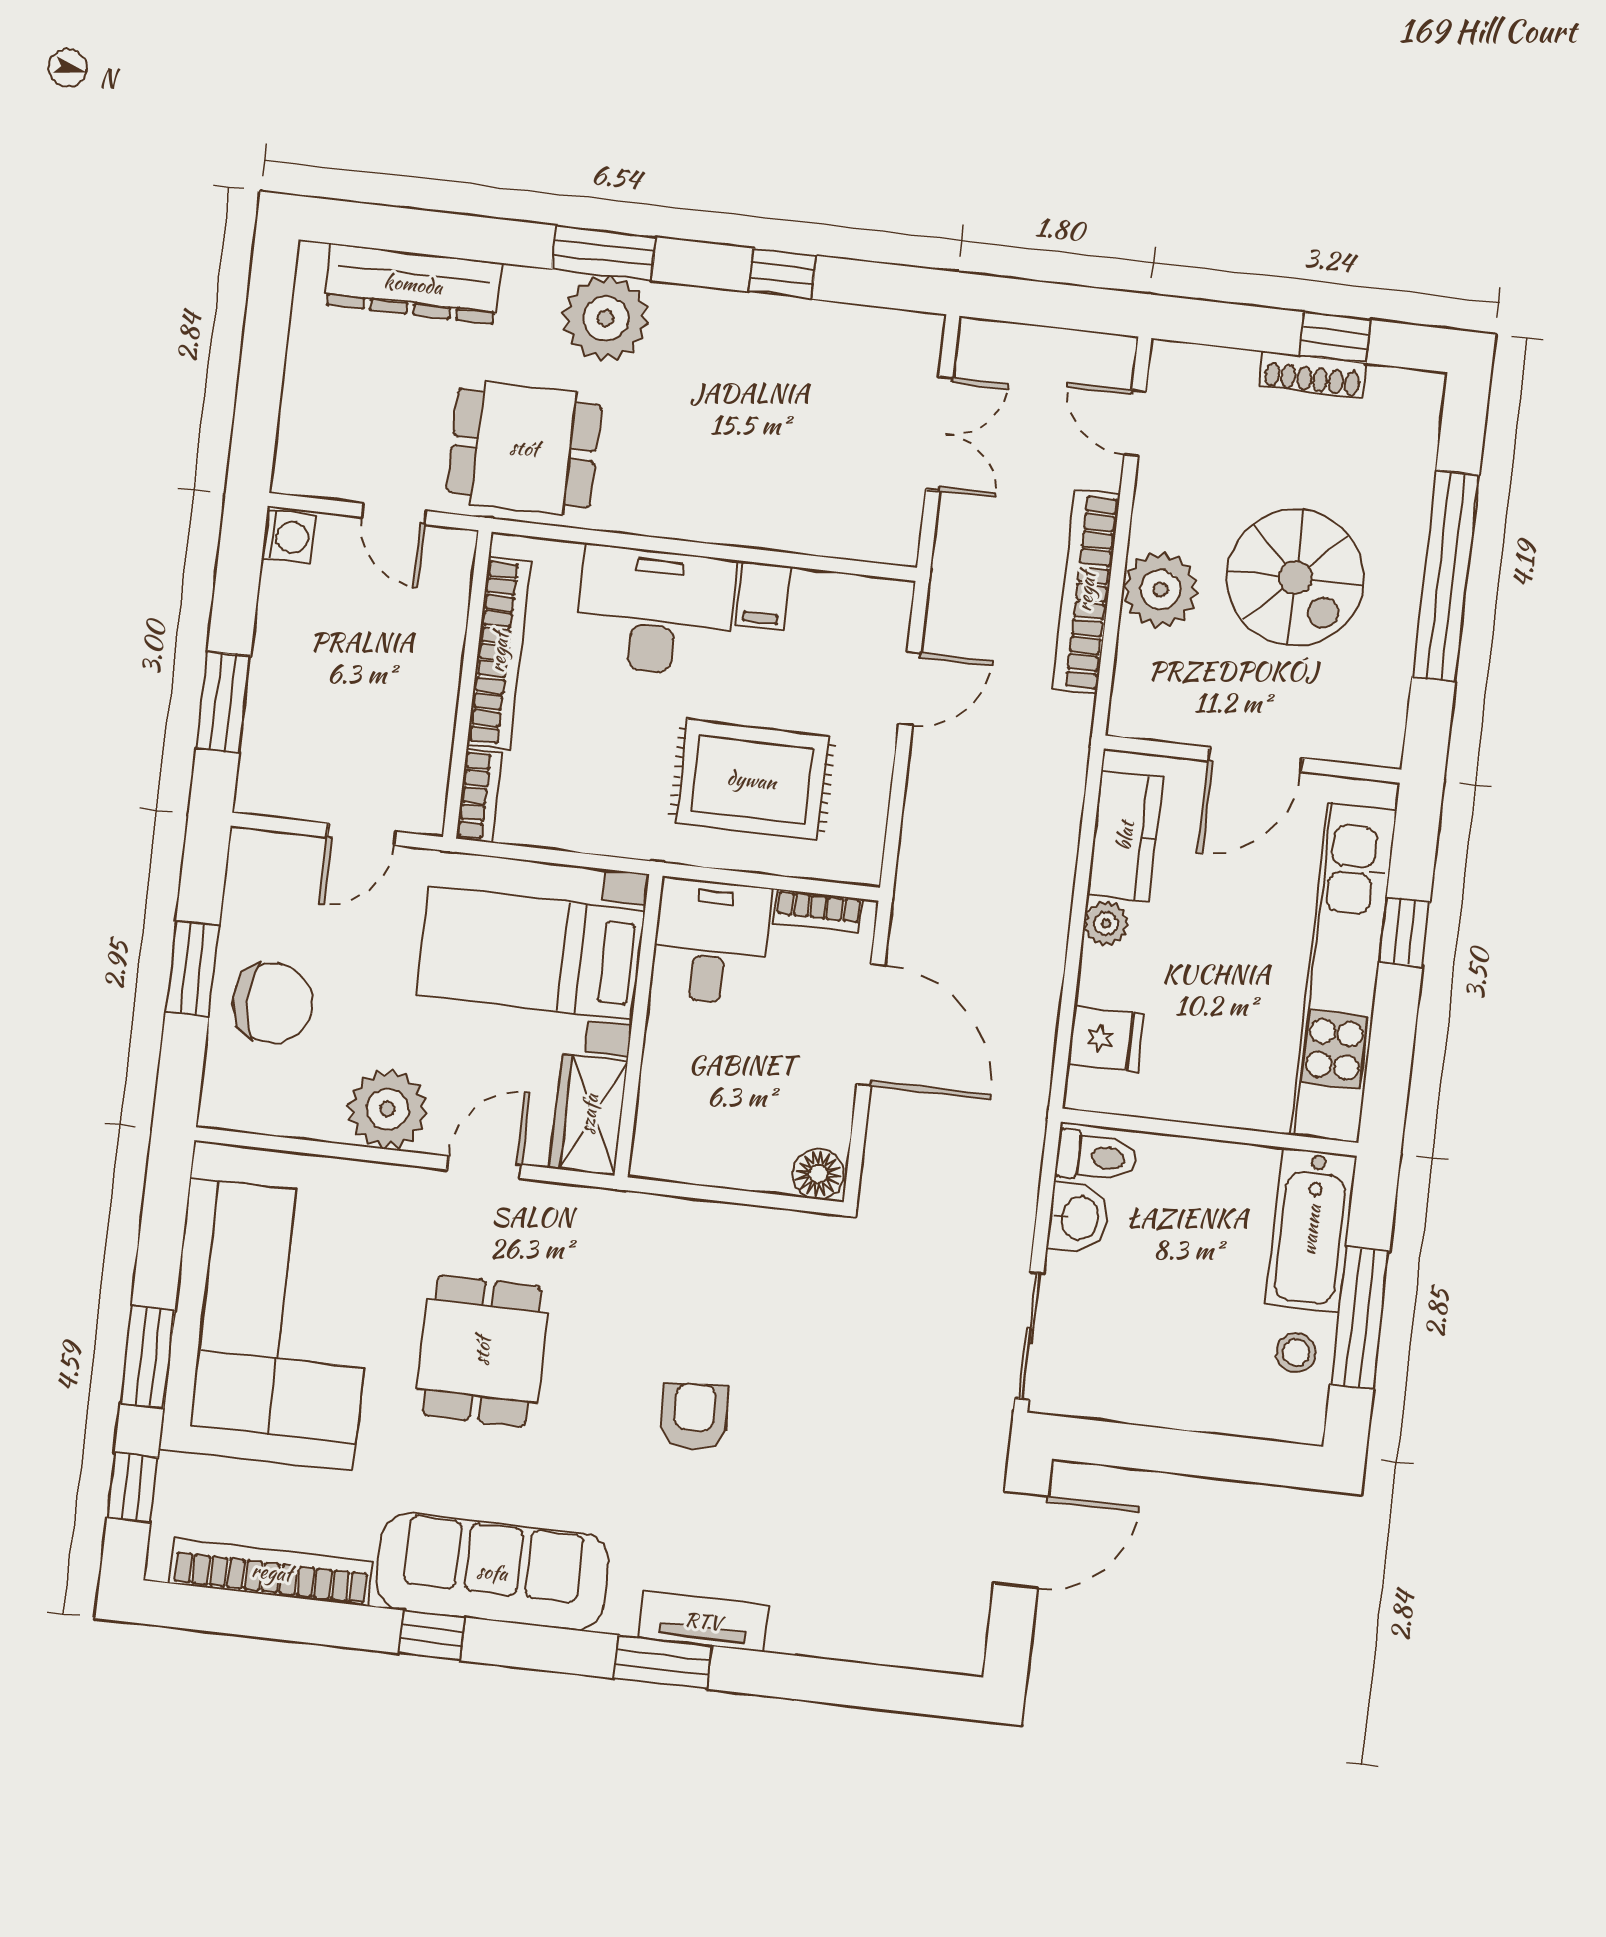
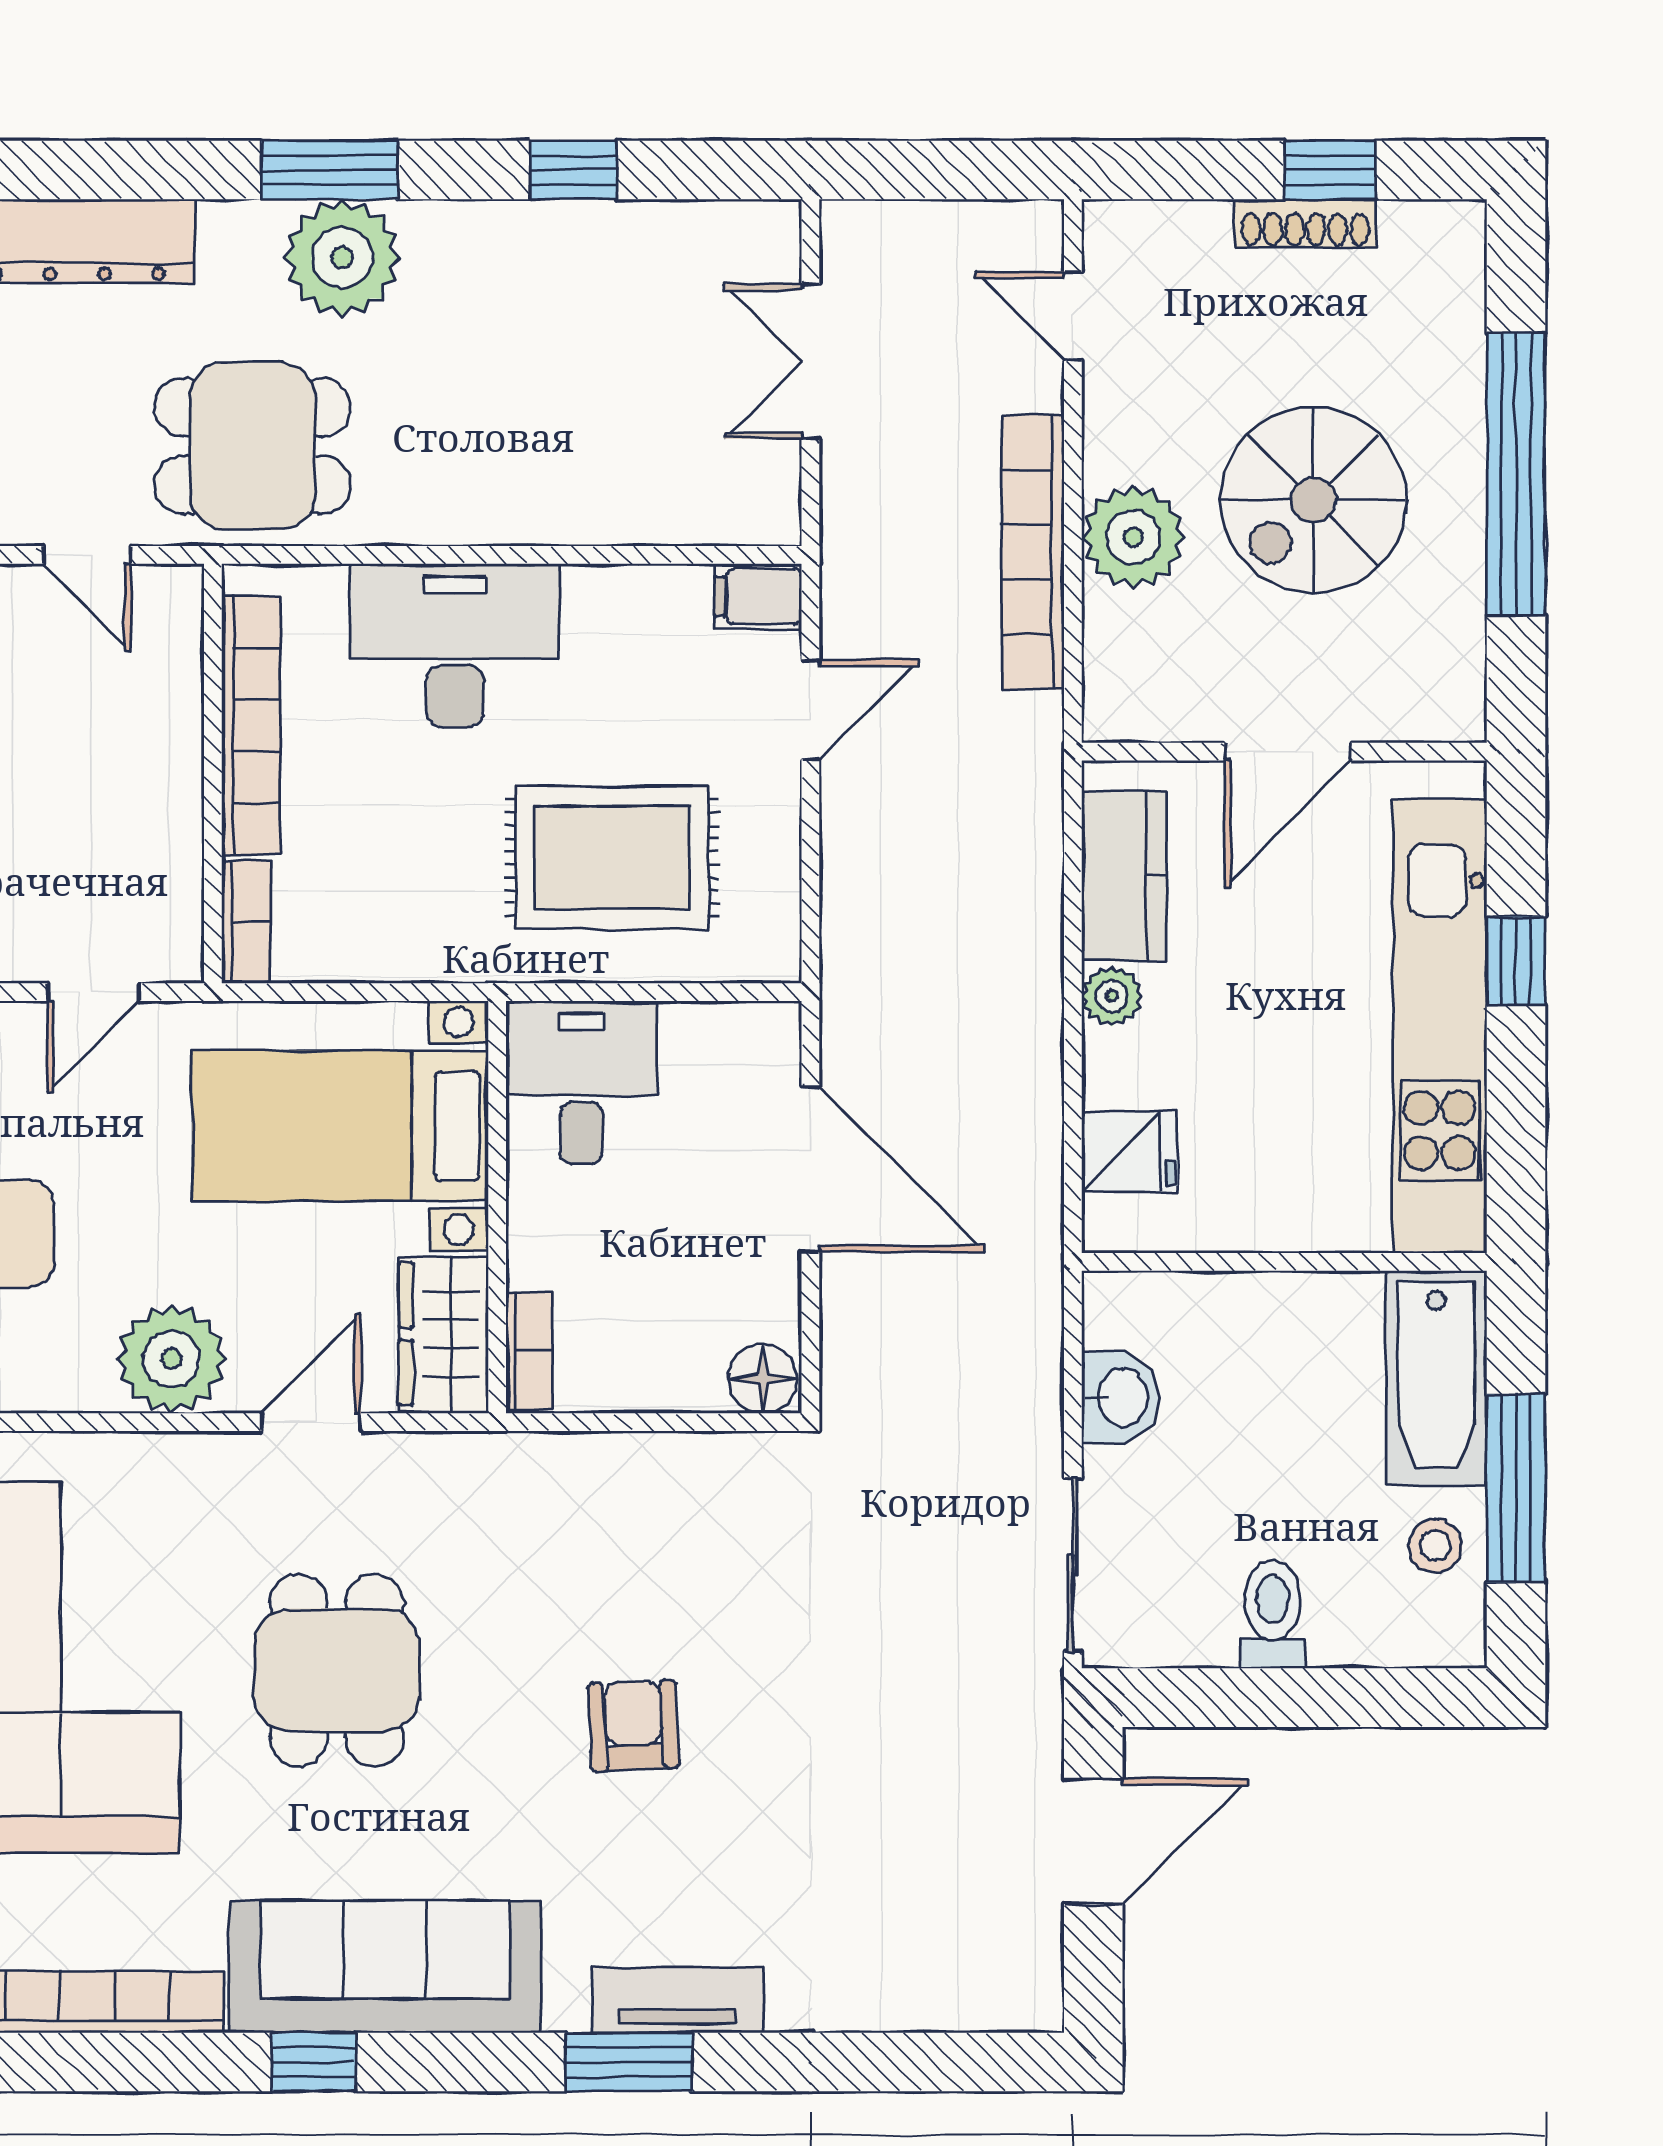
double door: (939, 434) -> (810, 361), swing flipped
spiral stairs: (1295, 578) -> (1313, 500), turned 90
filing cabinet: (763, 595) -> (758, 596), moved, turned 90
bookcase: (818, 911) -> (529, 1351), moved, turned -90
toilet: (1097, 1157) -> (1272, 1614), moved, turned -90

